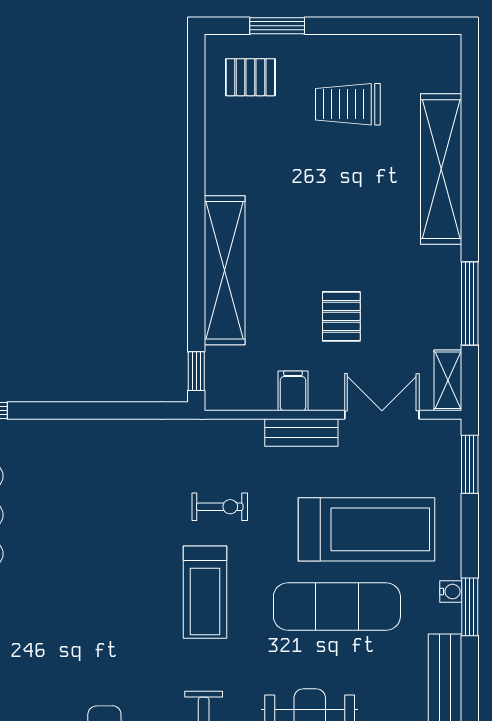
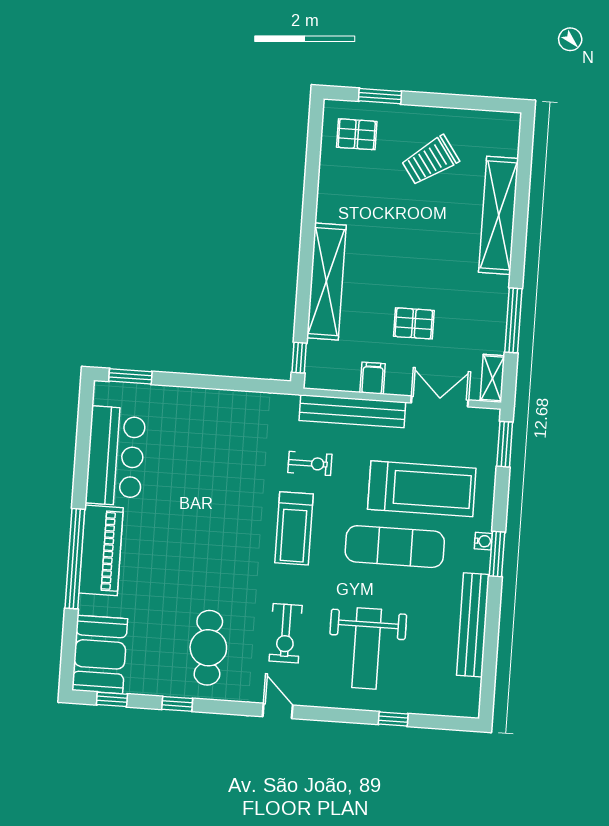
trolley: (348, 104) -> (430, 160), turned -35
pallet: (341, 316) -> (414, 323), turned 90
bench: (301, 433) -> (352, 411), width x1.86, depth x1.21

